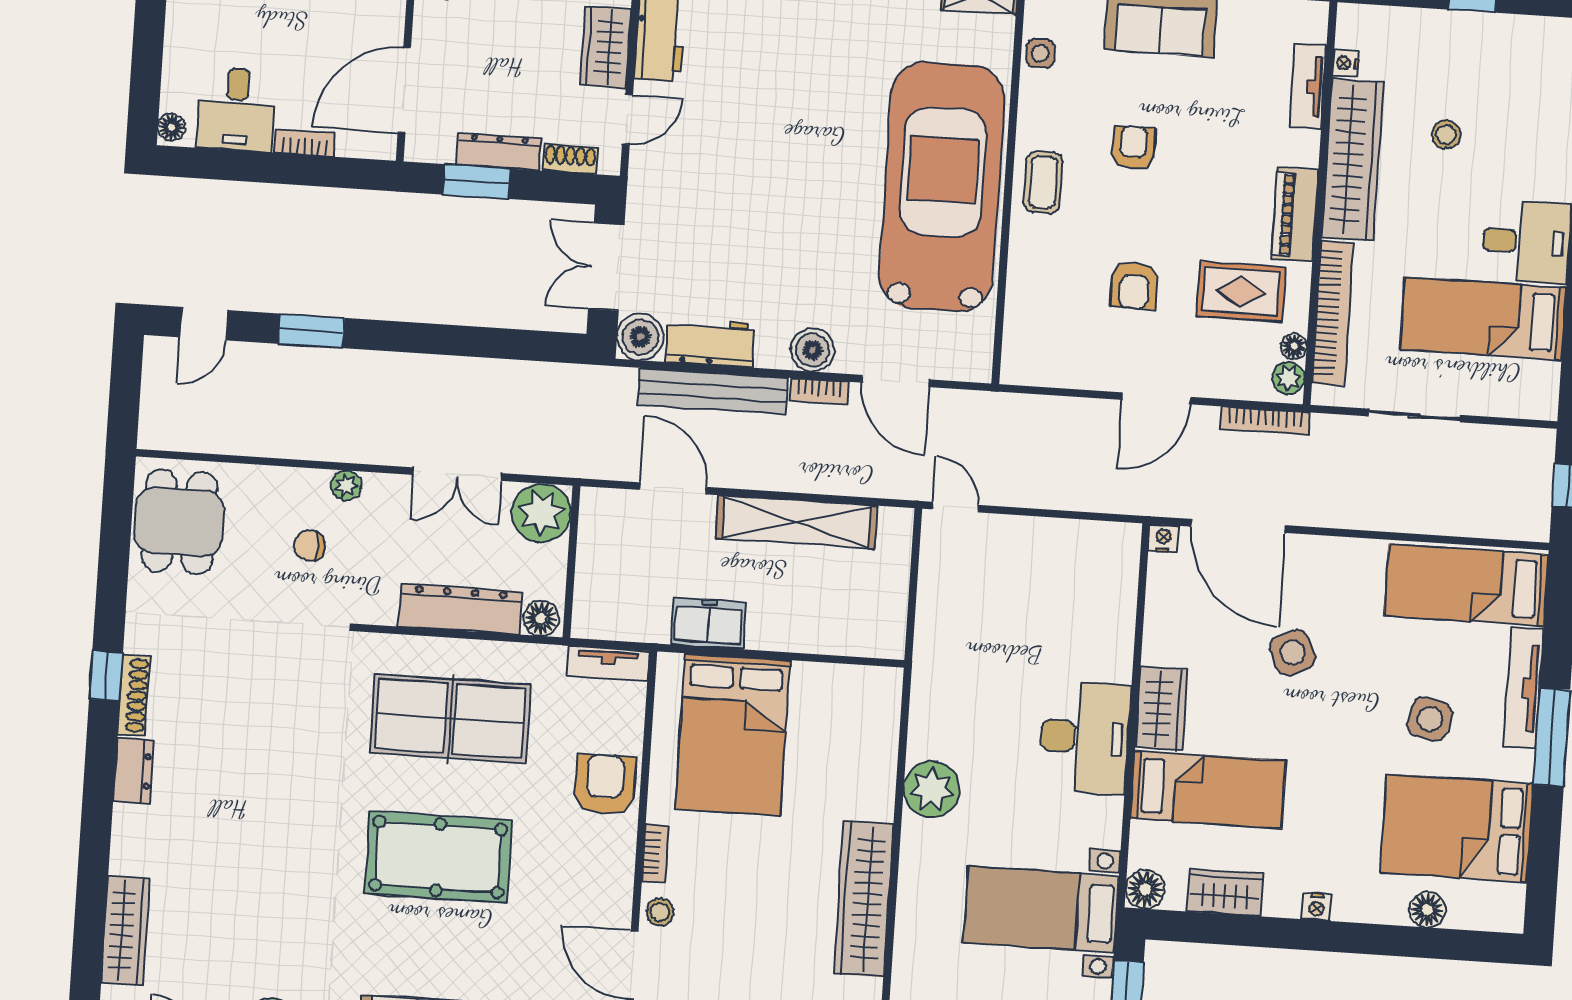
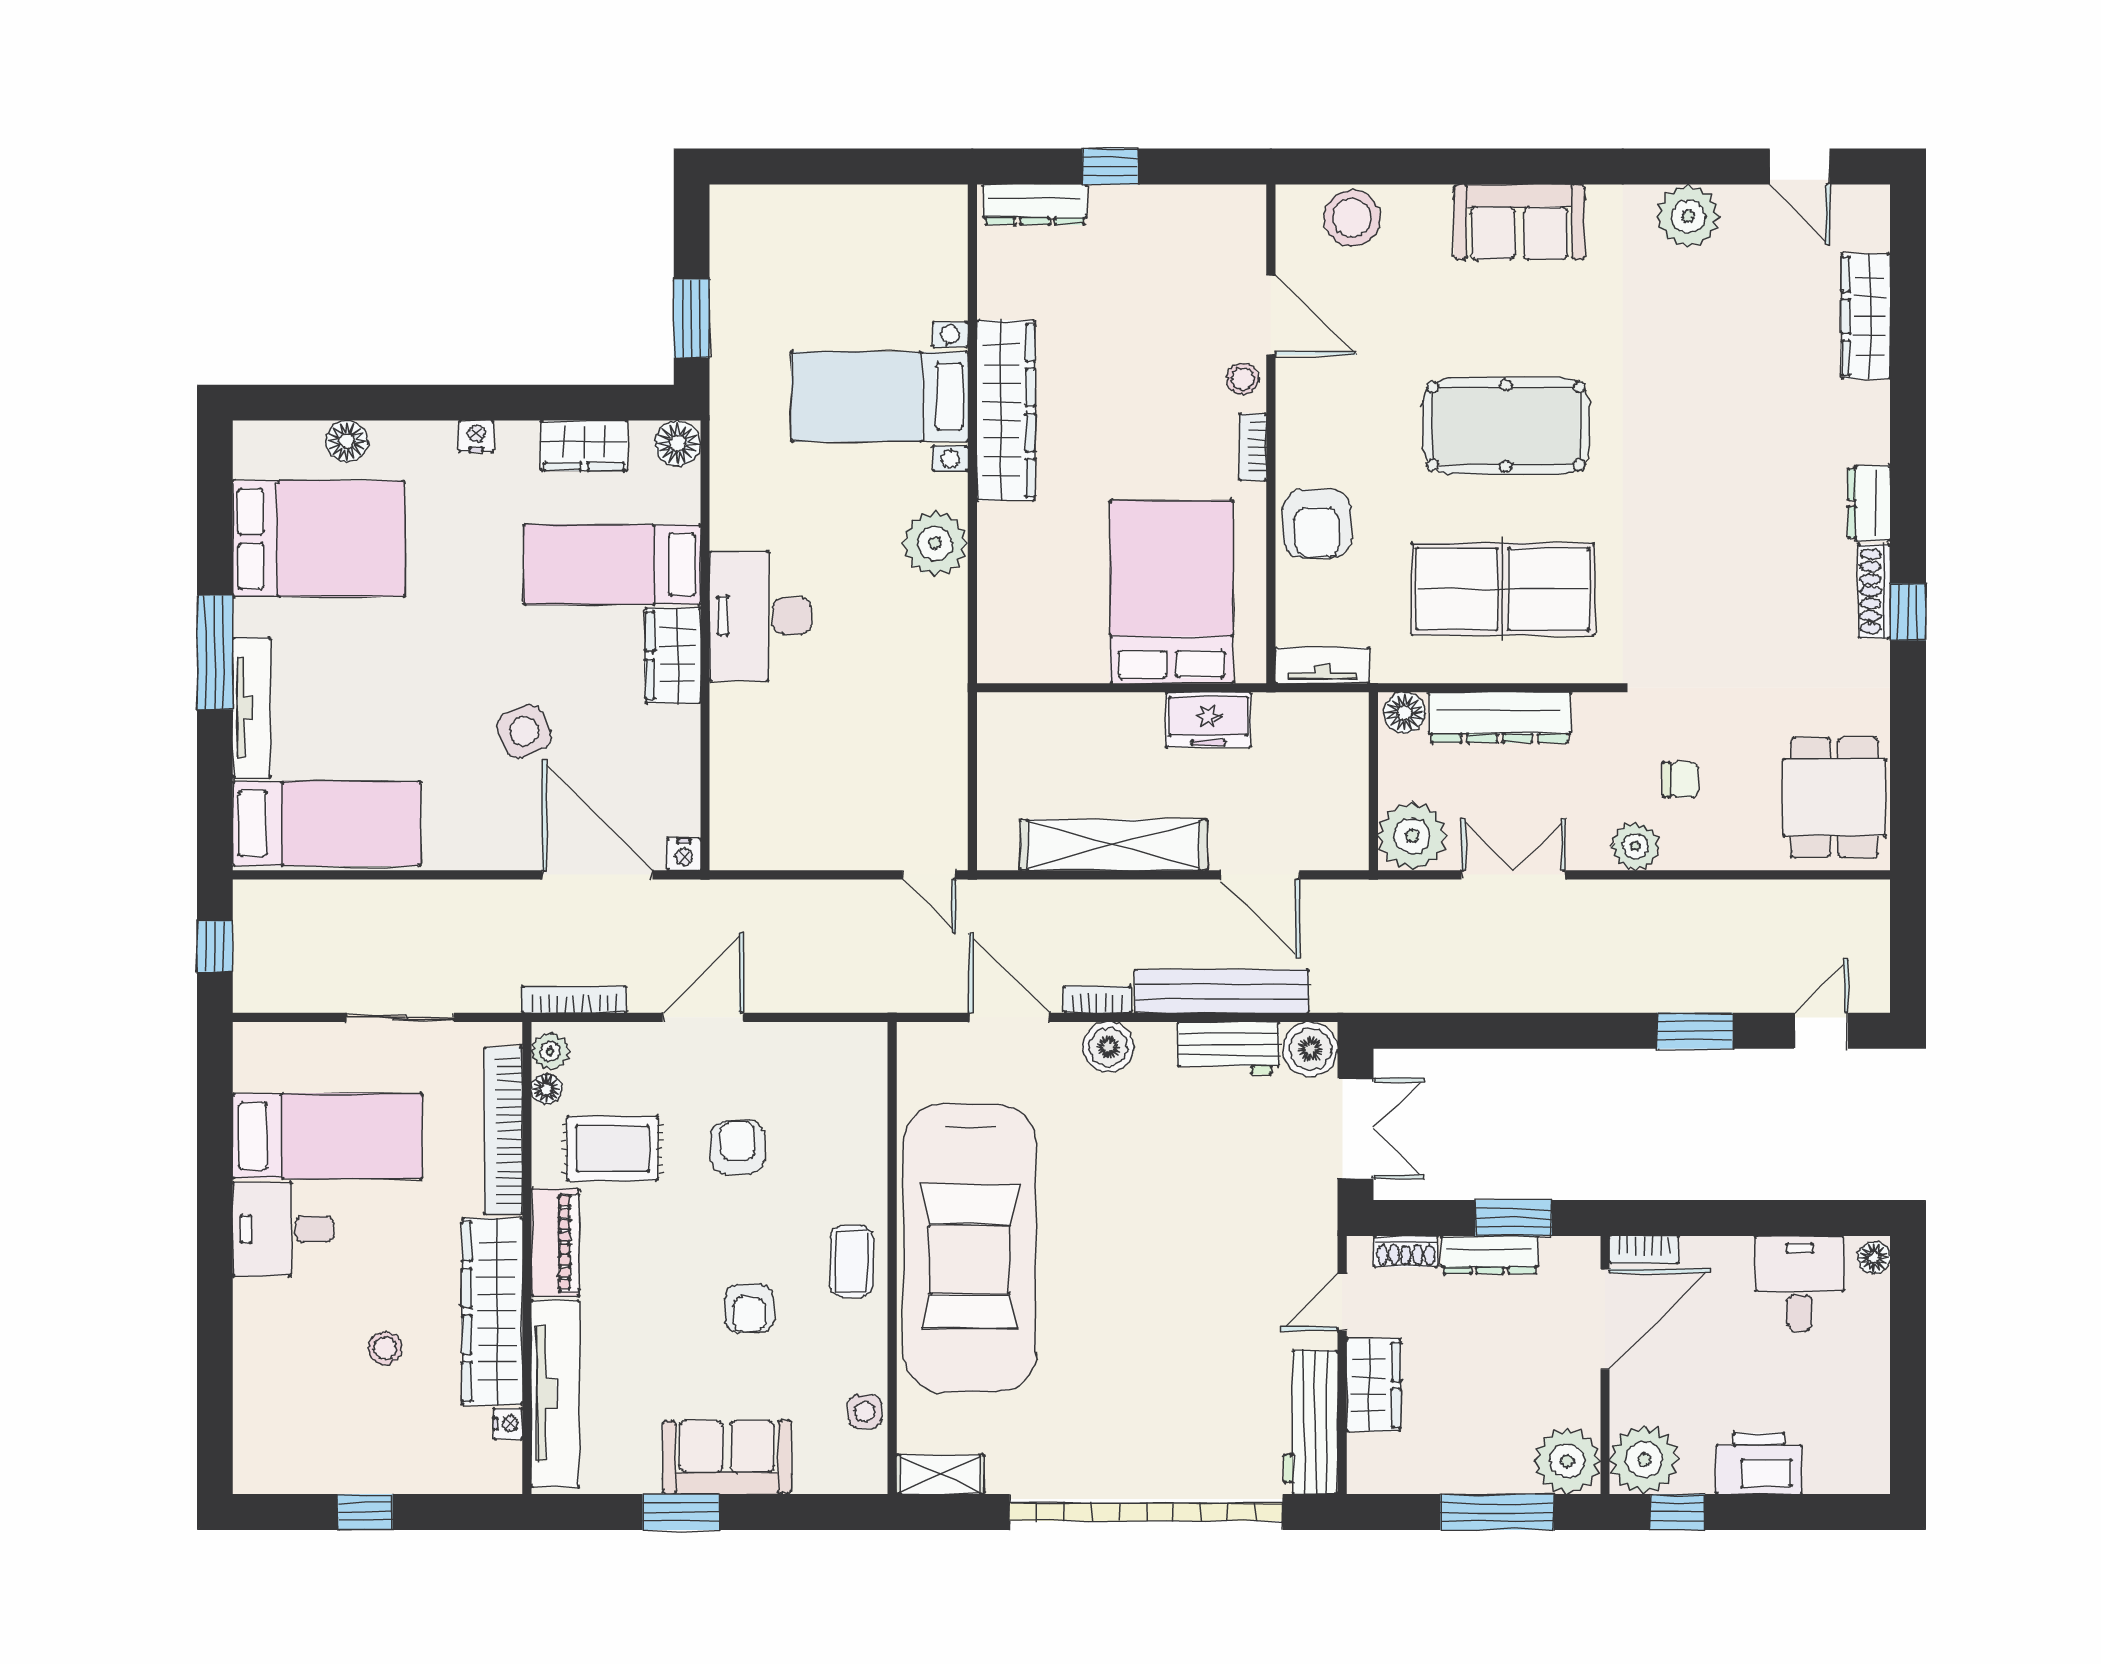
tv unit: (1308, 86) -> (555, 1394), width x1.92, depth x1.29
bookcase: (305, 143) -> (1644, 1250), moved
plant: (346, 486) -> (1635, 846), width x1.38, depth x1.38
side table: (1430, 719) -> (359, 664), removed
bed with nightstands: (1041, 910) -> (880, 397), moved, turned 180

